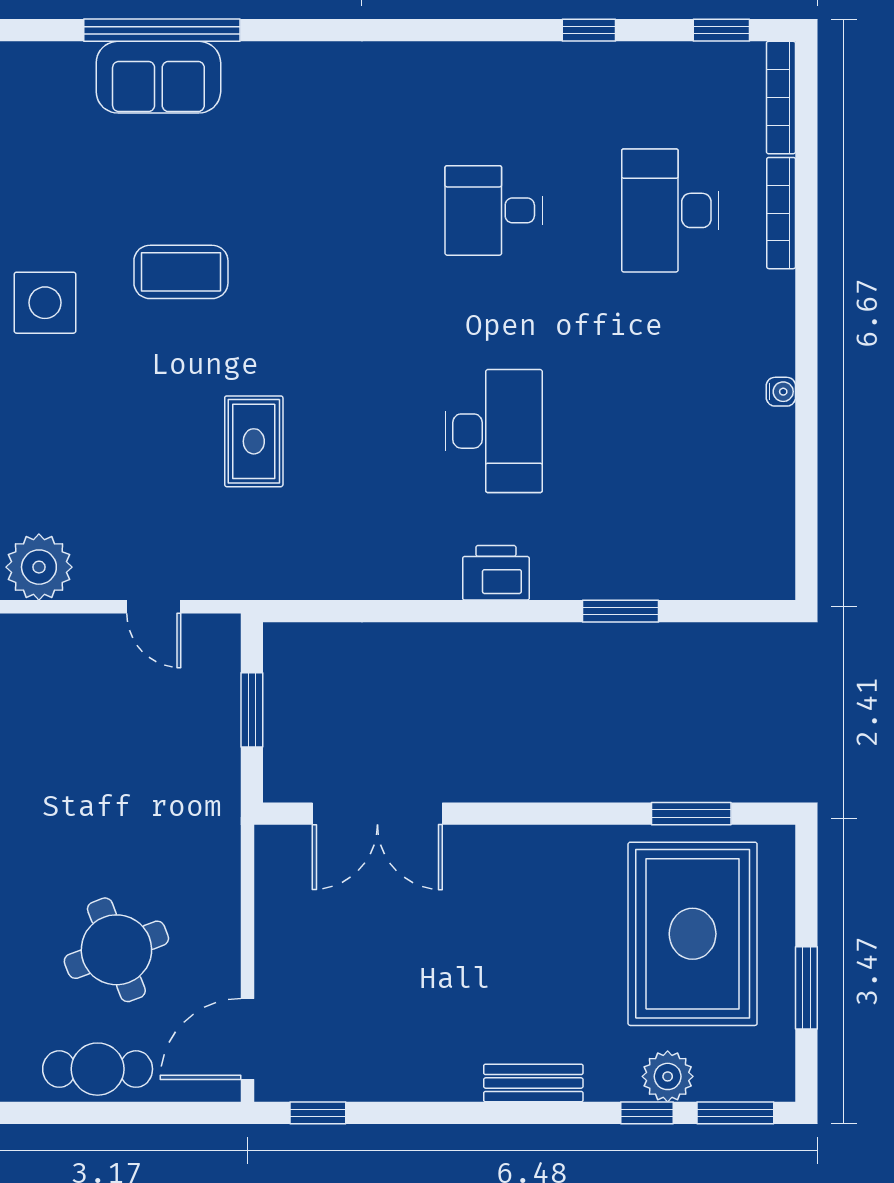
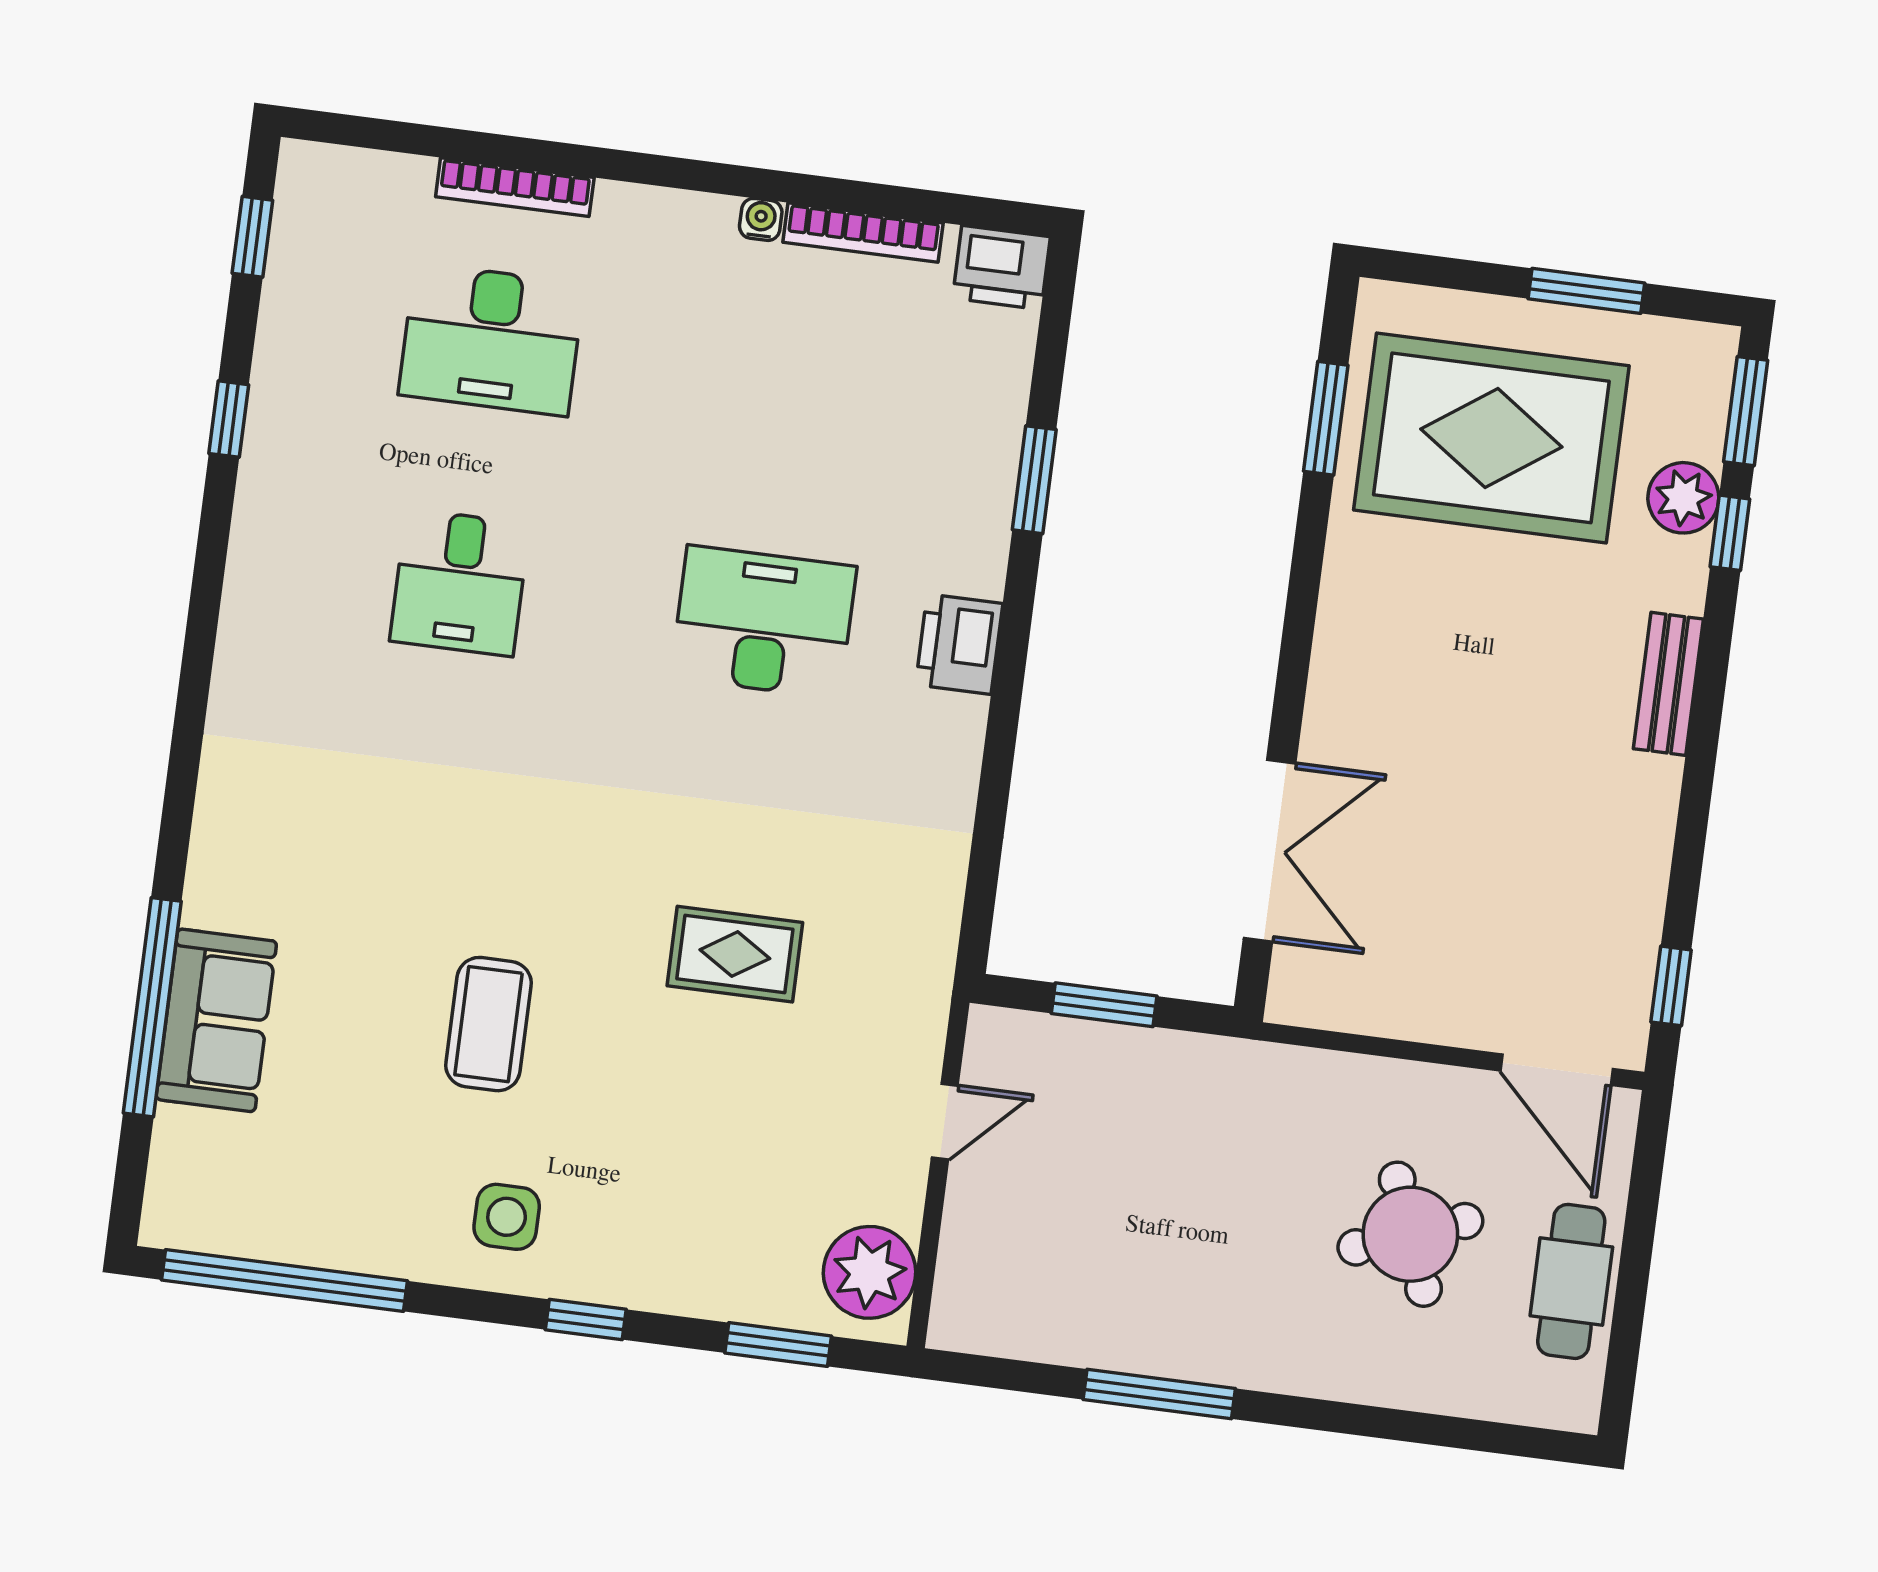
bookcase: (781, 98) -> (863, 233), moved
side table: (45, 303) -> (507, 1217), width x0.73, depth x0.73
printer: (769, 568) -> (1001, 268), added

